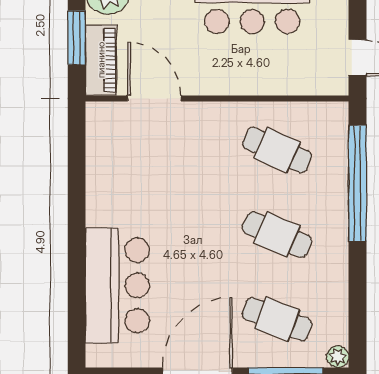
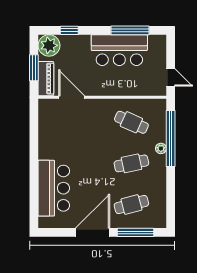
cafe table: (277, 235) -> (131, 163), turned -36
cafe table: (277, 319) -> (131, 205), turned -36
plant: (338, 357) -> (161, 148), moved

